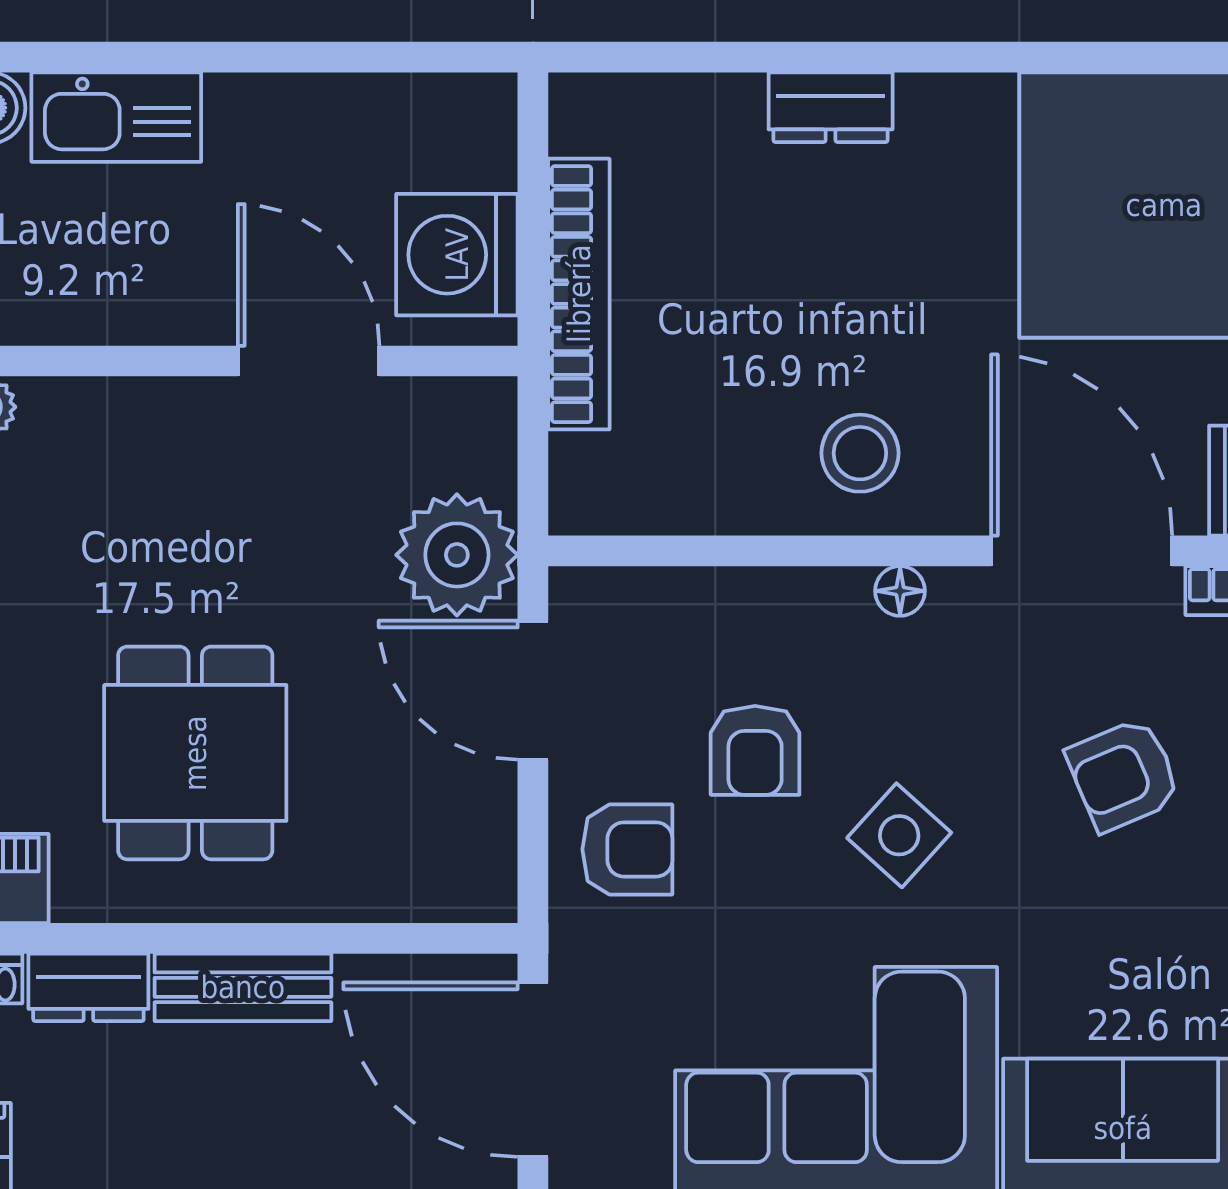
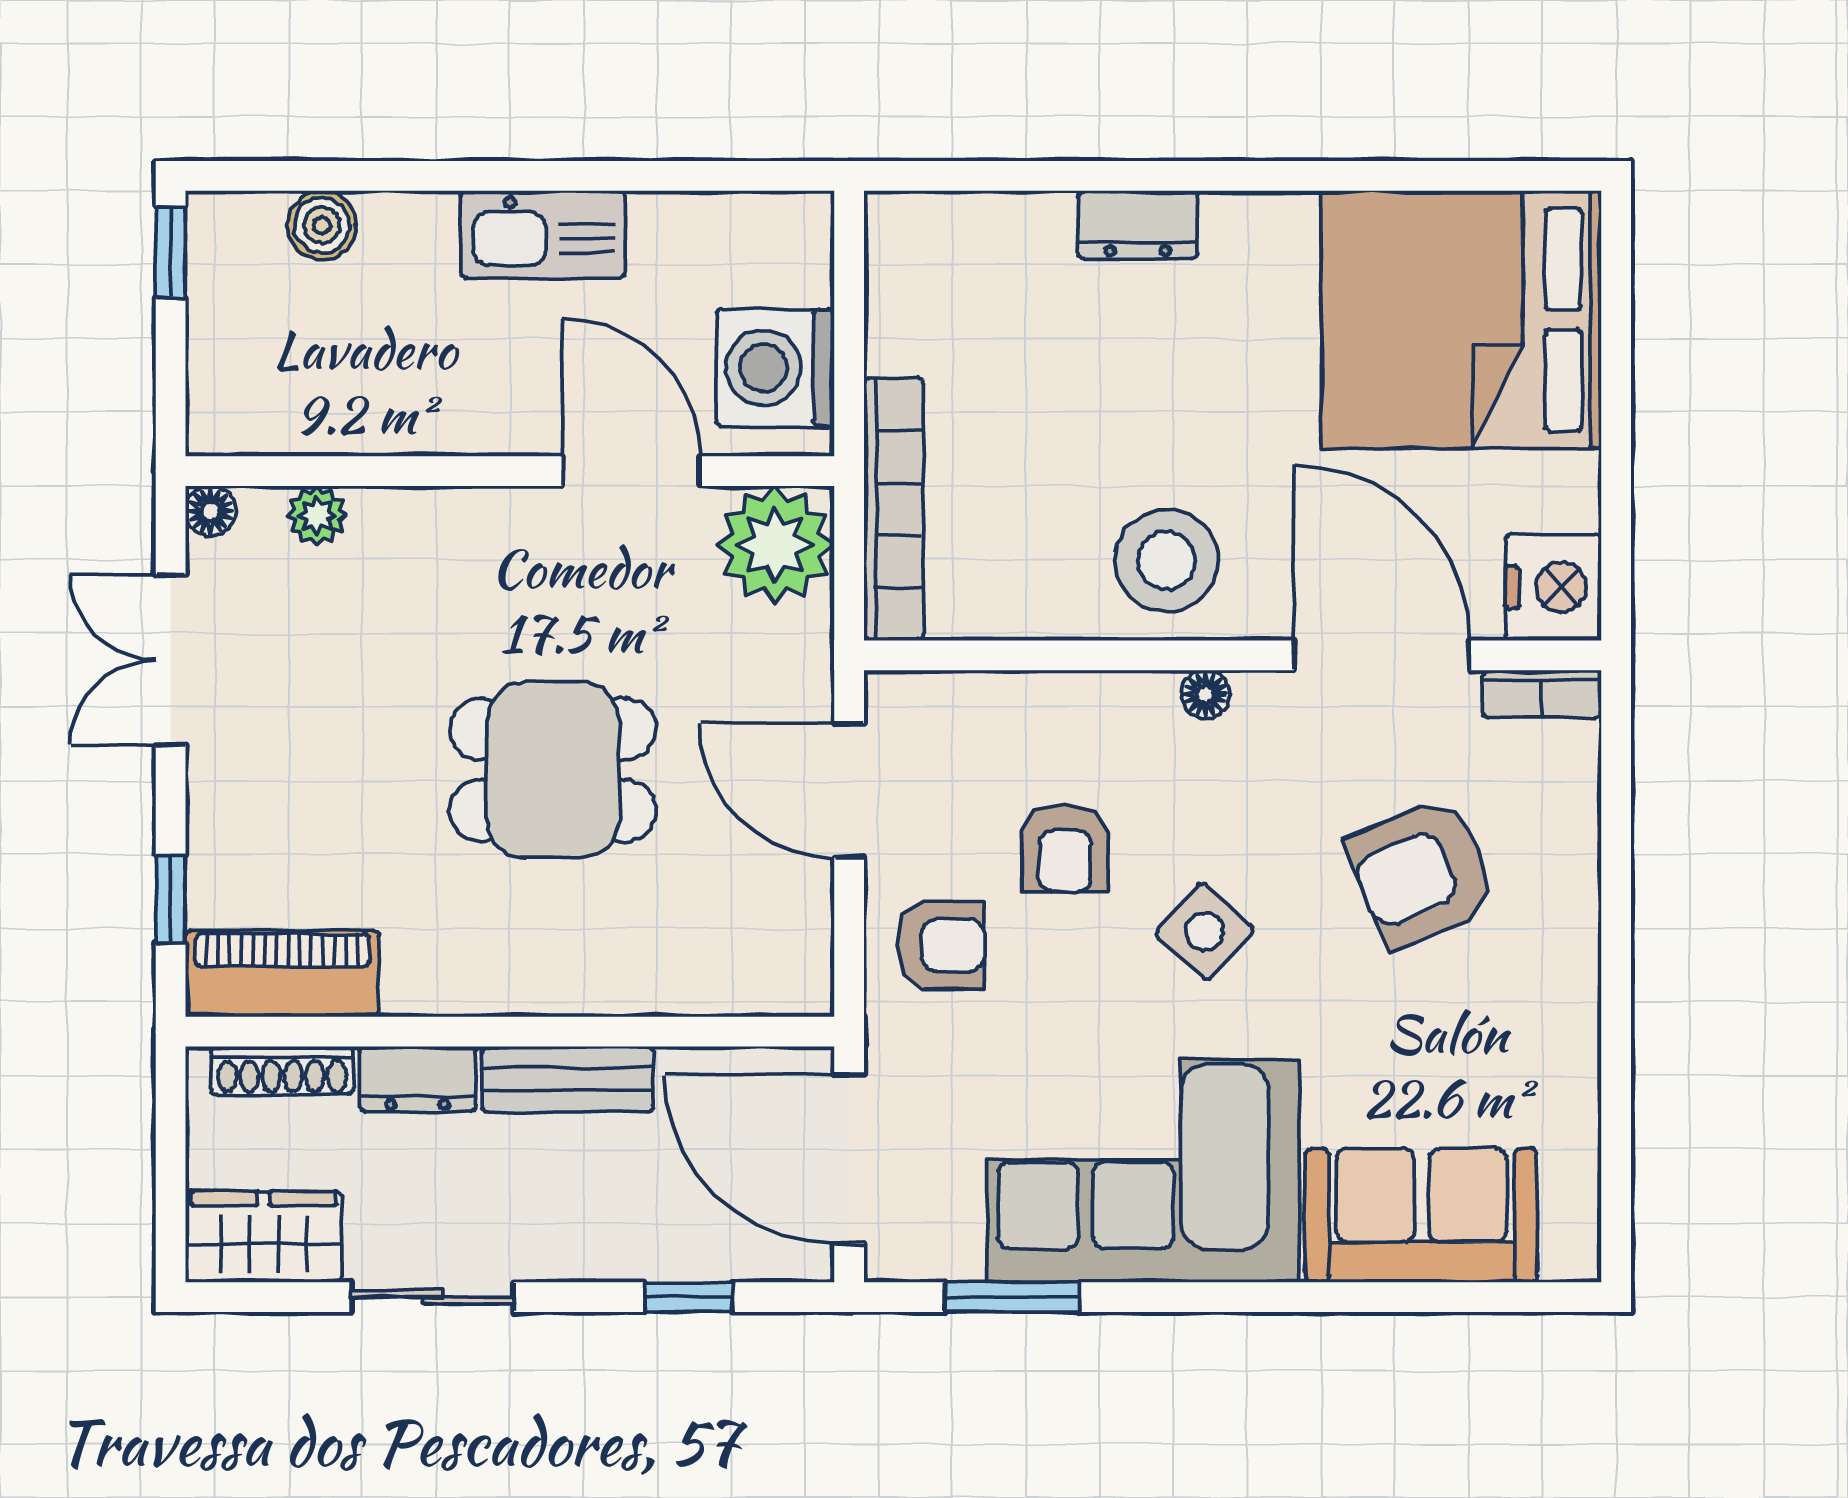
kitchen sink: (116, 117) -> (543, 234), moved
bookcase: (579, 294) -> (894, 509), moved
stool: (860, 453) -> (1166, 560), width x1.38, depth x1.38
plant: (457, 555) -> (775, 545), moved
dining table: (195, 753) -> (553, 770), moved, turned 90
armchair: (1124, 775) -> (1422, 873), width x1.38, depth x1.38

